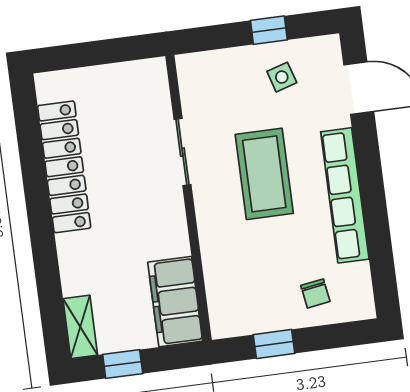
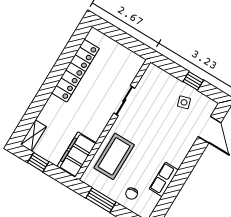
coffee table: (264, 174) -> (114, 156), moved
row of seats: (345, 195) -> (164, 179), width x0.50
window: (274, 344) -> (101, 200), width x1.50

